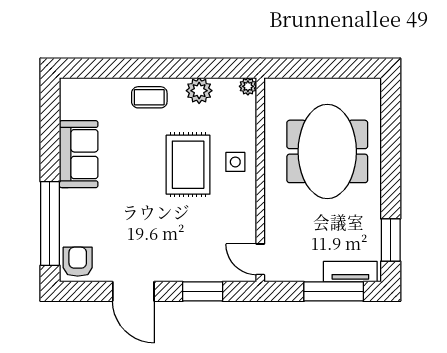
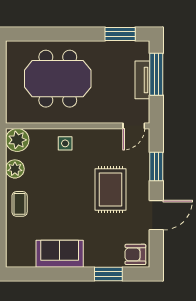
plant: (248, 86) -> (17, 140), width x1.87, depth x1.87
rug: (188, 165) -> (111, 189), moved, turned 90
window: (50, 223) -> (108, 274), width x0.47
tv unit: (350, 272) -> (142, 80), moved

